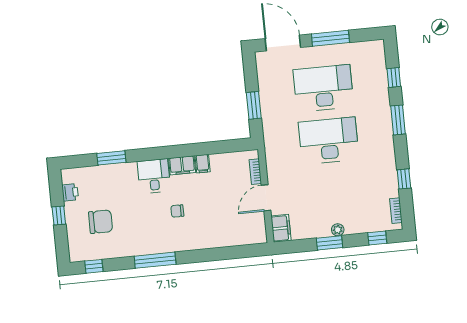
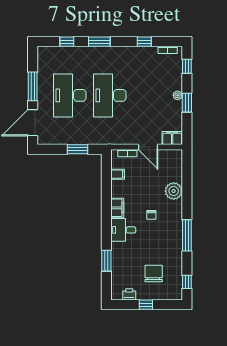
filing cabinet: (203, 164) -> (118, 174), moved
plant: (212, 237) -> (174, 191), added

